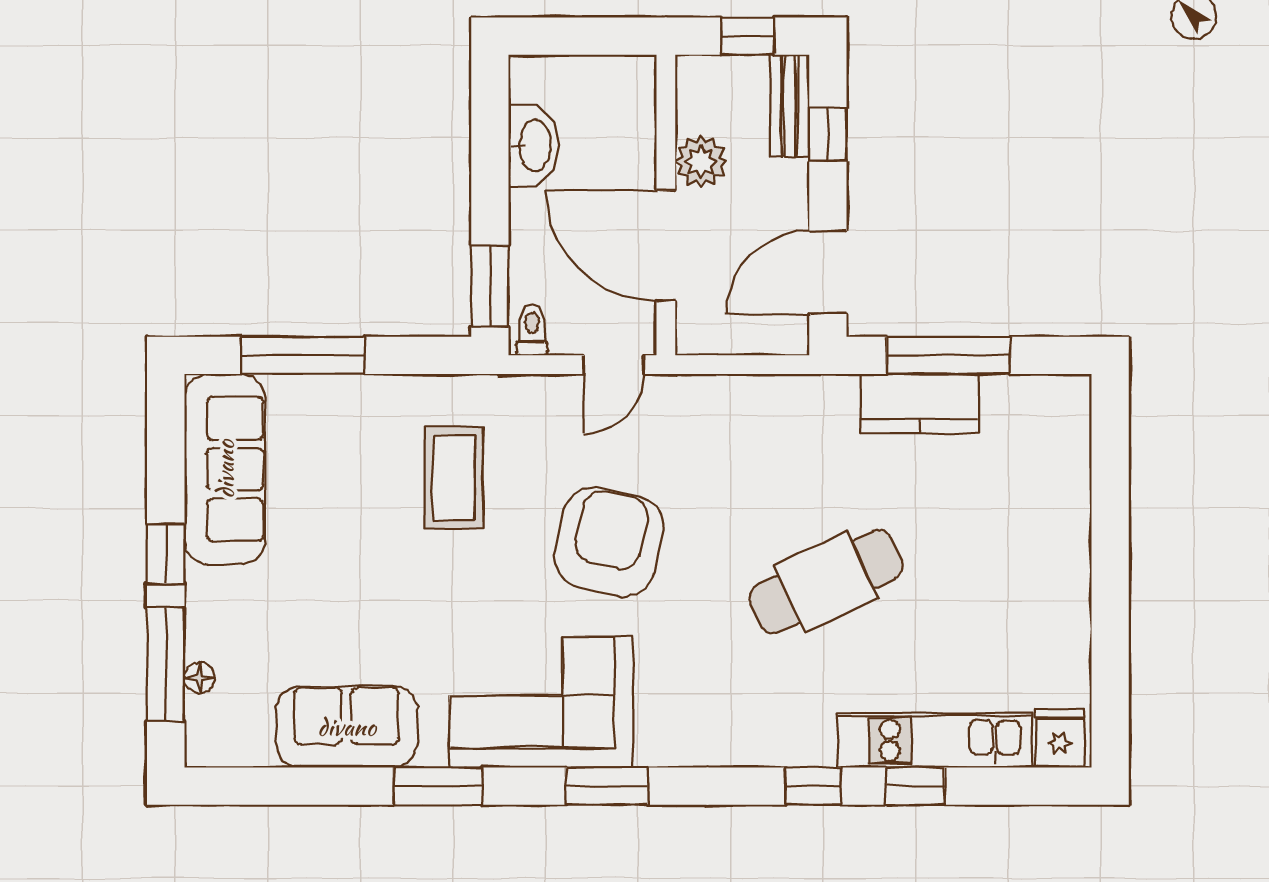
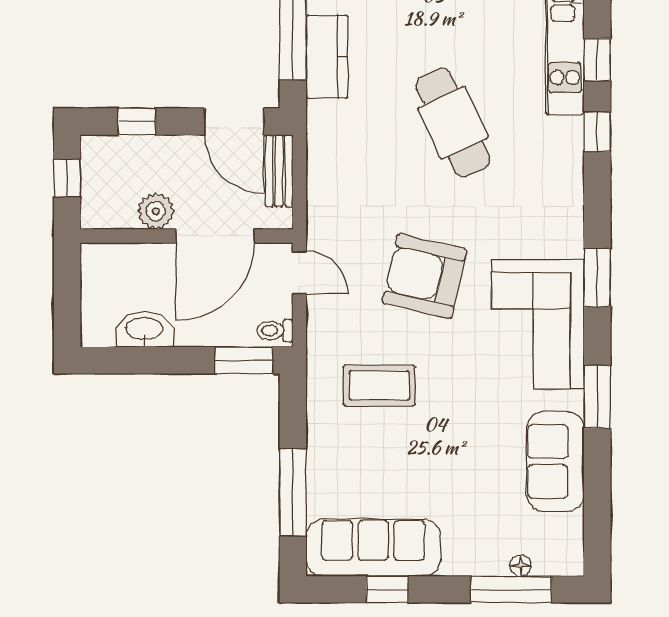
bench: (790, 106) -> (279, 171), moved, turned 90
window: (166, 554) -> (387, 589), moved

